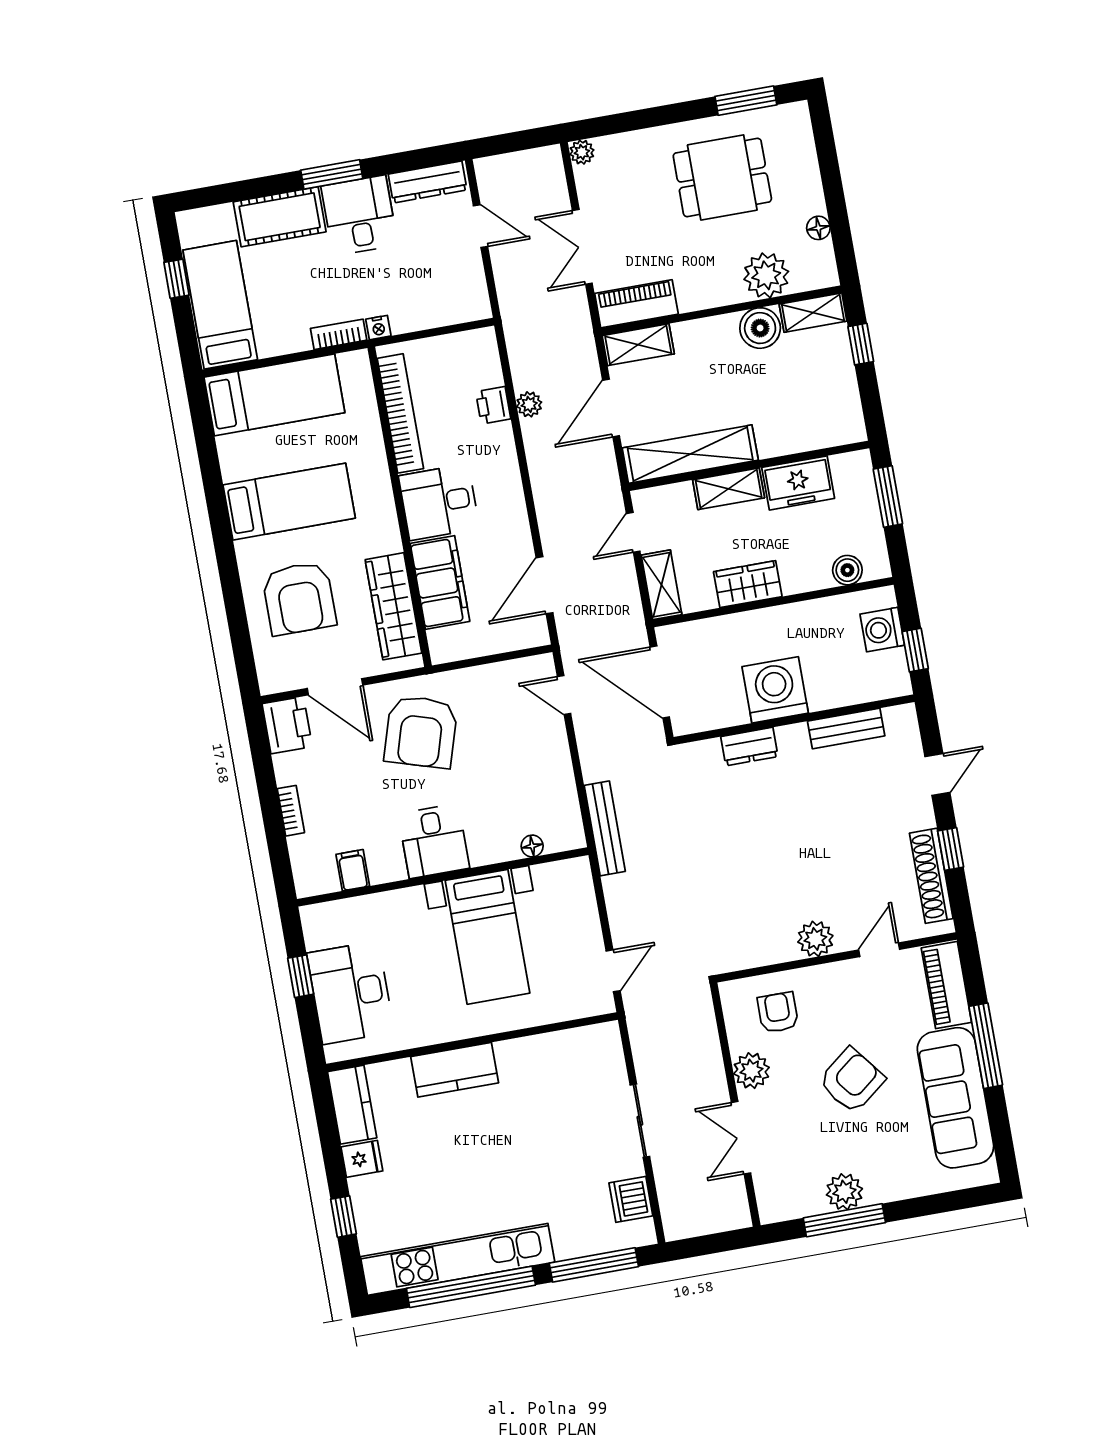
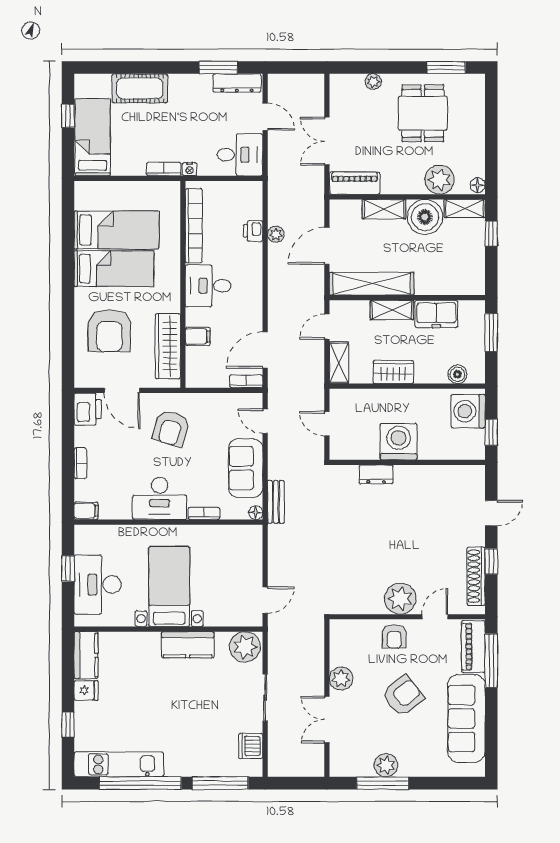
plant: (582, 152) -> (373, 82), moved
window: (332, 174) -> (218, 68), moved
dining table: (722, 177) -> (423, 113), turned 90
desk: (359, 216) -> (240, 155), moved, turned 90
floor lamp: (818, 228) -> (478, 185), moved
boiler: (760, 328) -> (425, 217), width x1.37, depth x1.37
shelving: (638, 345) -> (384, 209), moved
bed: (274, 395) -> (117, 230), moved
filing cabinet: (440, 582) -> (198, 336), width x0.33, depth x0.86
washing machine: (882, 630) -> (468, 411), width x1.37, depth x1.37
bookcase: (524, 639) -> (246, 381), added
door: (660, 682) -> (327, 424), width x0.53
bench: (846, 728) -> (439, 474), removed
armchair: (421, 732) -> (171, 428), width x0.73, depth x0.73
sofa: (547, 773) -> (246, 468), added
bench: (605, 828) -> (276, 502), width x0.73
desk: (434, 841) -> (160, 498), width x1.37
floor lamp: (532, 846) -> (256, 513), moved
bookcase: (495, 854) -> (204, 513), added
filing cabinet: (353, 870) -> (86, 511), moved, turned 90
bed with nightstands: (487, 937) -> (169, 586), moved, turned 180
plant: (815, 939) -> (400, 599), width x1.36, depth x1.36
armchair: (778, 1012) -> (394, 636), moved, turned 180
window: (986, 1046) -> (491, 661), moved
plant: (595, 1048) -> (245, 647), added
kitchen counter: (455, 1070) -> (188, 645), moved
kitchen unit: (458, 1259) -> (119, 764), width x0.73

